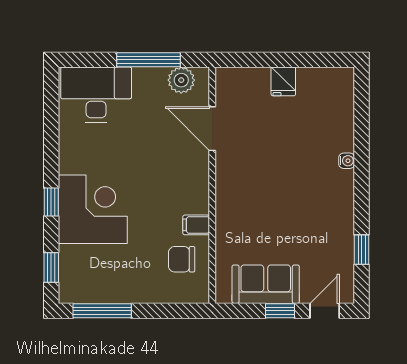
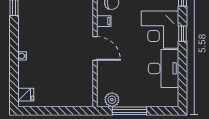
fridge: (283, 81) -> (26, 95), moved, turned 90
desk: (96, 95) -> (164, 68), moved, turned -90
door: (212, 129) -> (95, 48), moved

